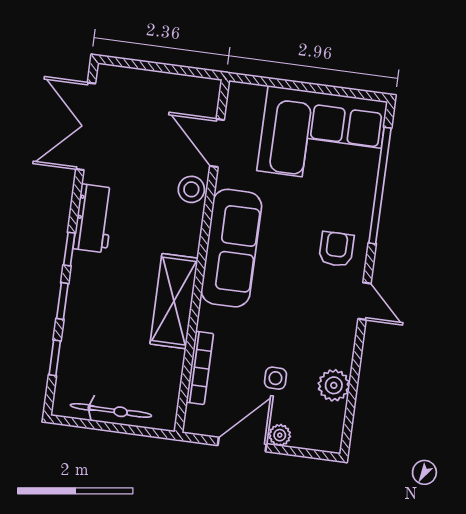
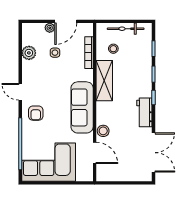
stool: (144, 370) -> (113, 49), added

